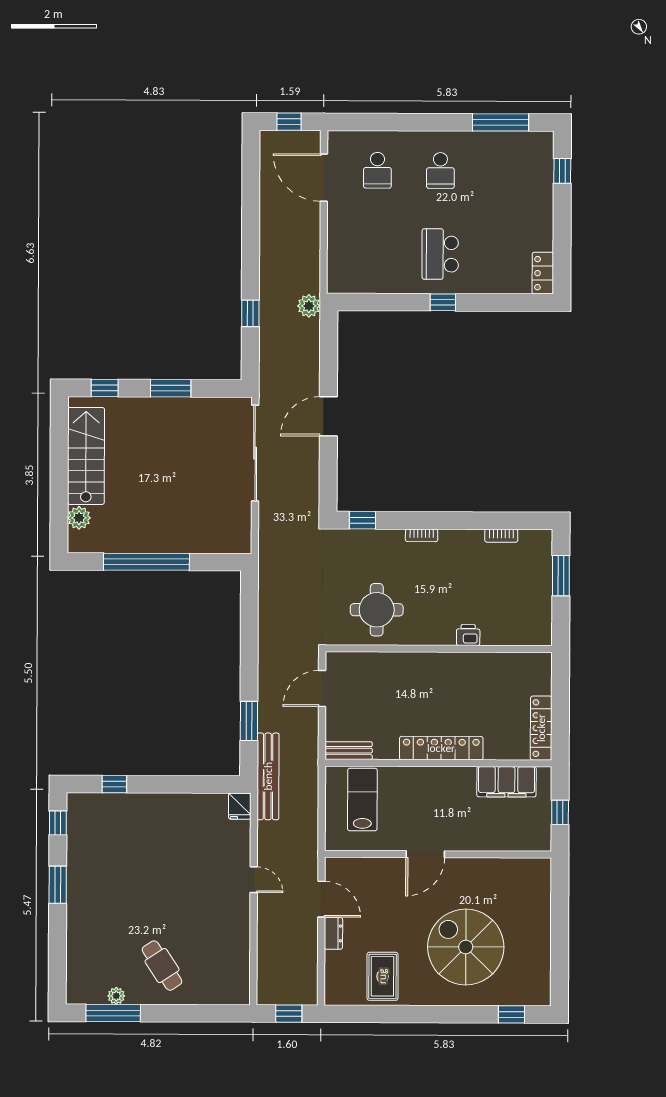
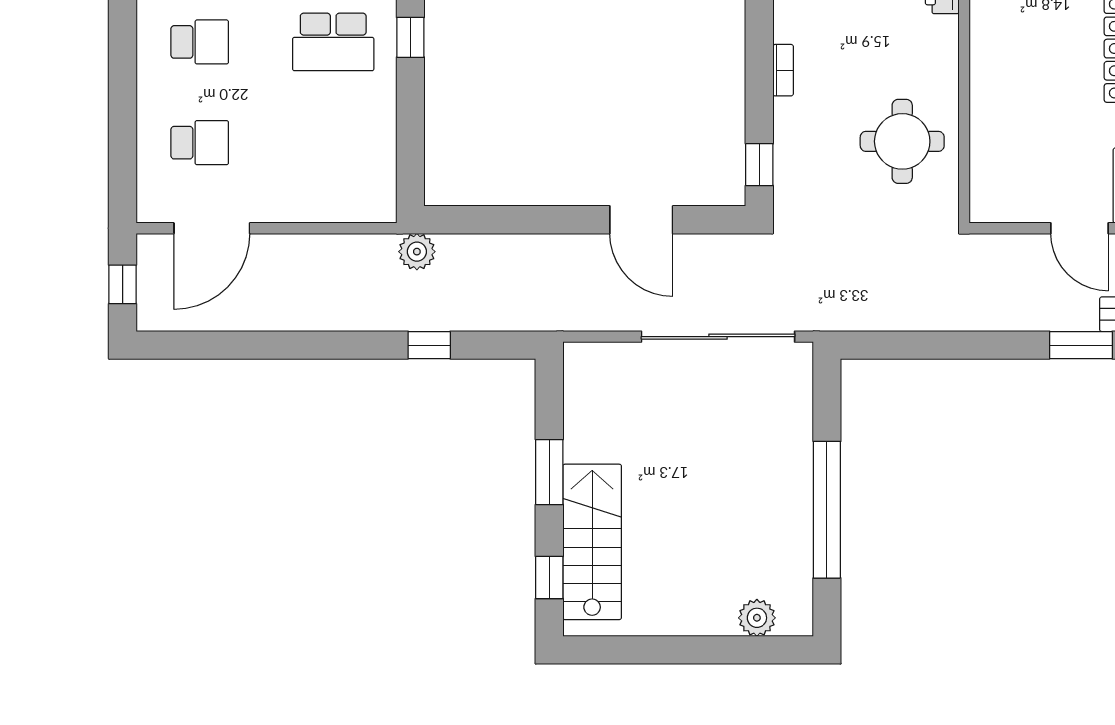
door: (328, 416) -> (641, 220), moved
sliding door: (255, 453) -> (718, 337), moved
stairs: (86, 456) -> (592, 542), moved, turned 90
door: (322, 688) -> (1080, 228), moved

